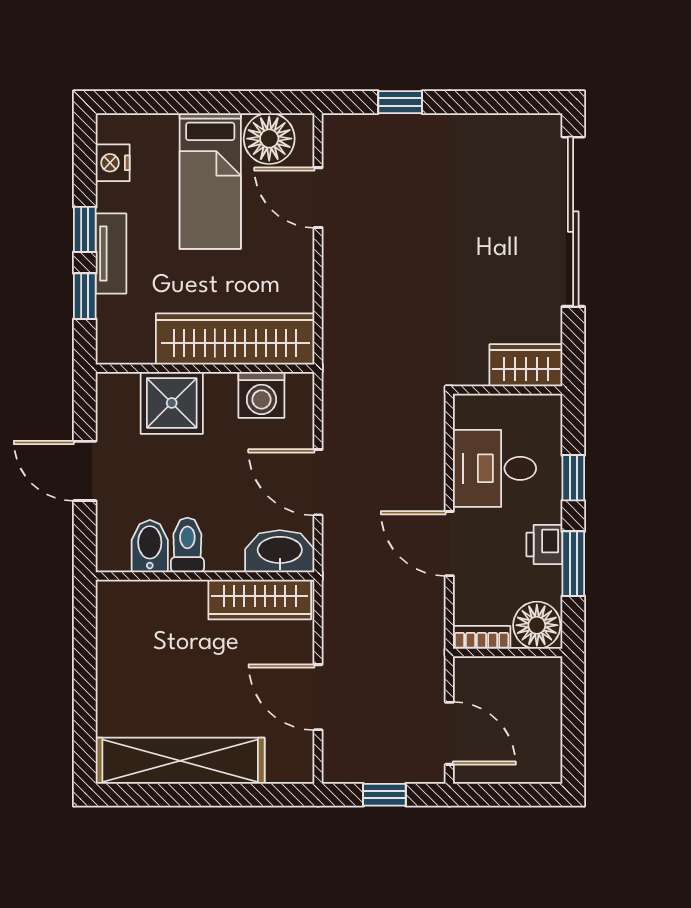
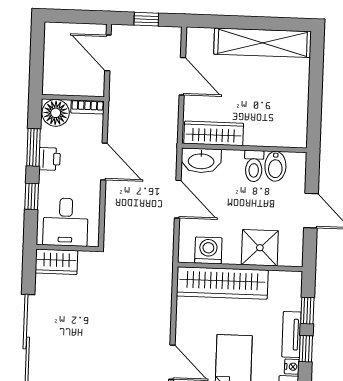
nightstand: (108, 197) -> (292, 367), added
desk: (495, 468) -> (66, 222), moved, turned 90

